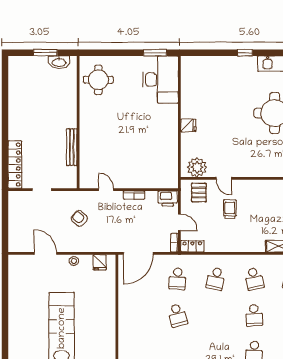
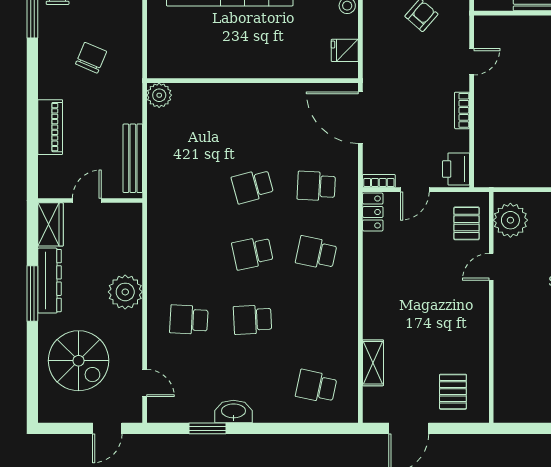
pallet: (199, 193) -> (467, 223), turned 90
trolley: (230, 209) -> (437, 277), removed
school desk: (254, 279) -> (253, 253), moved

